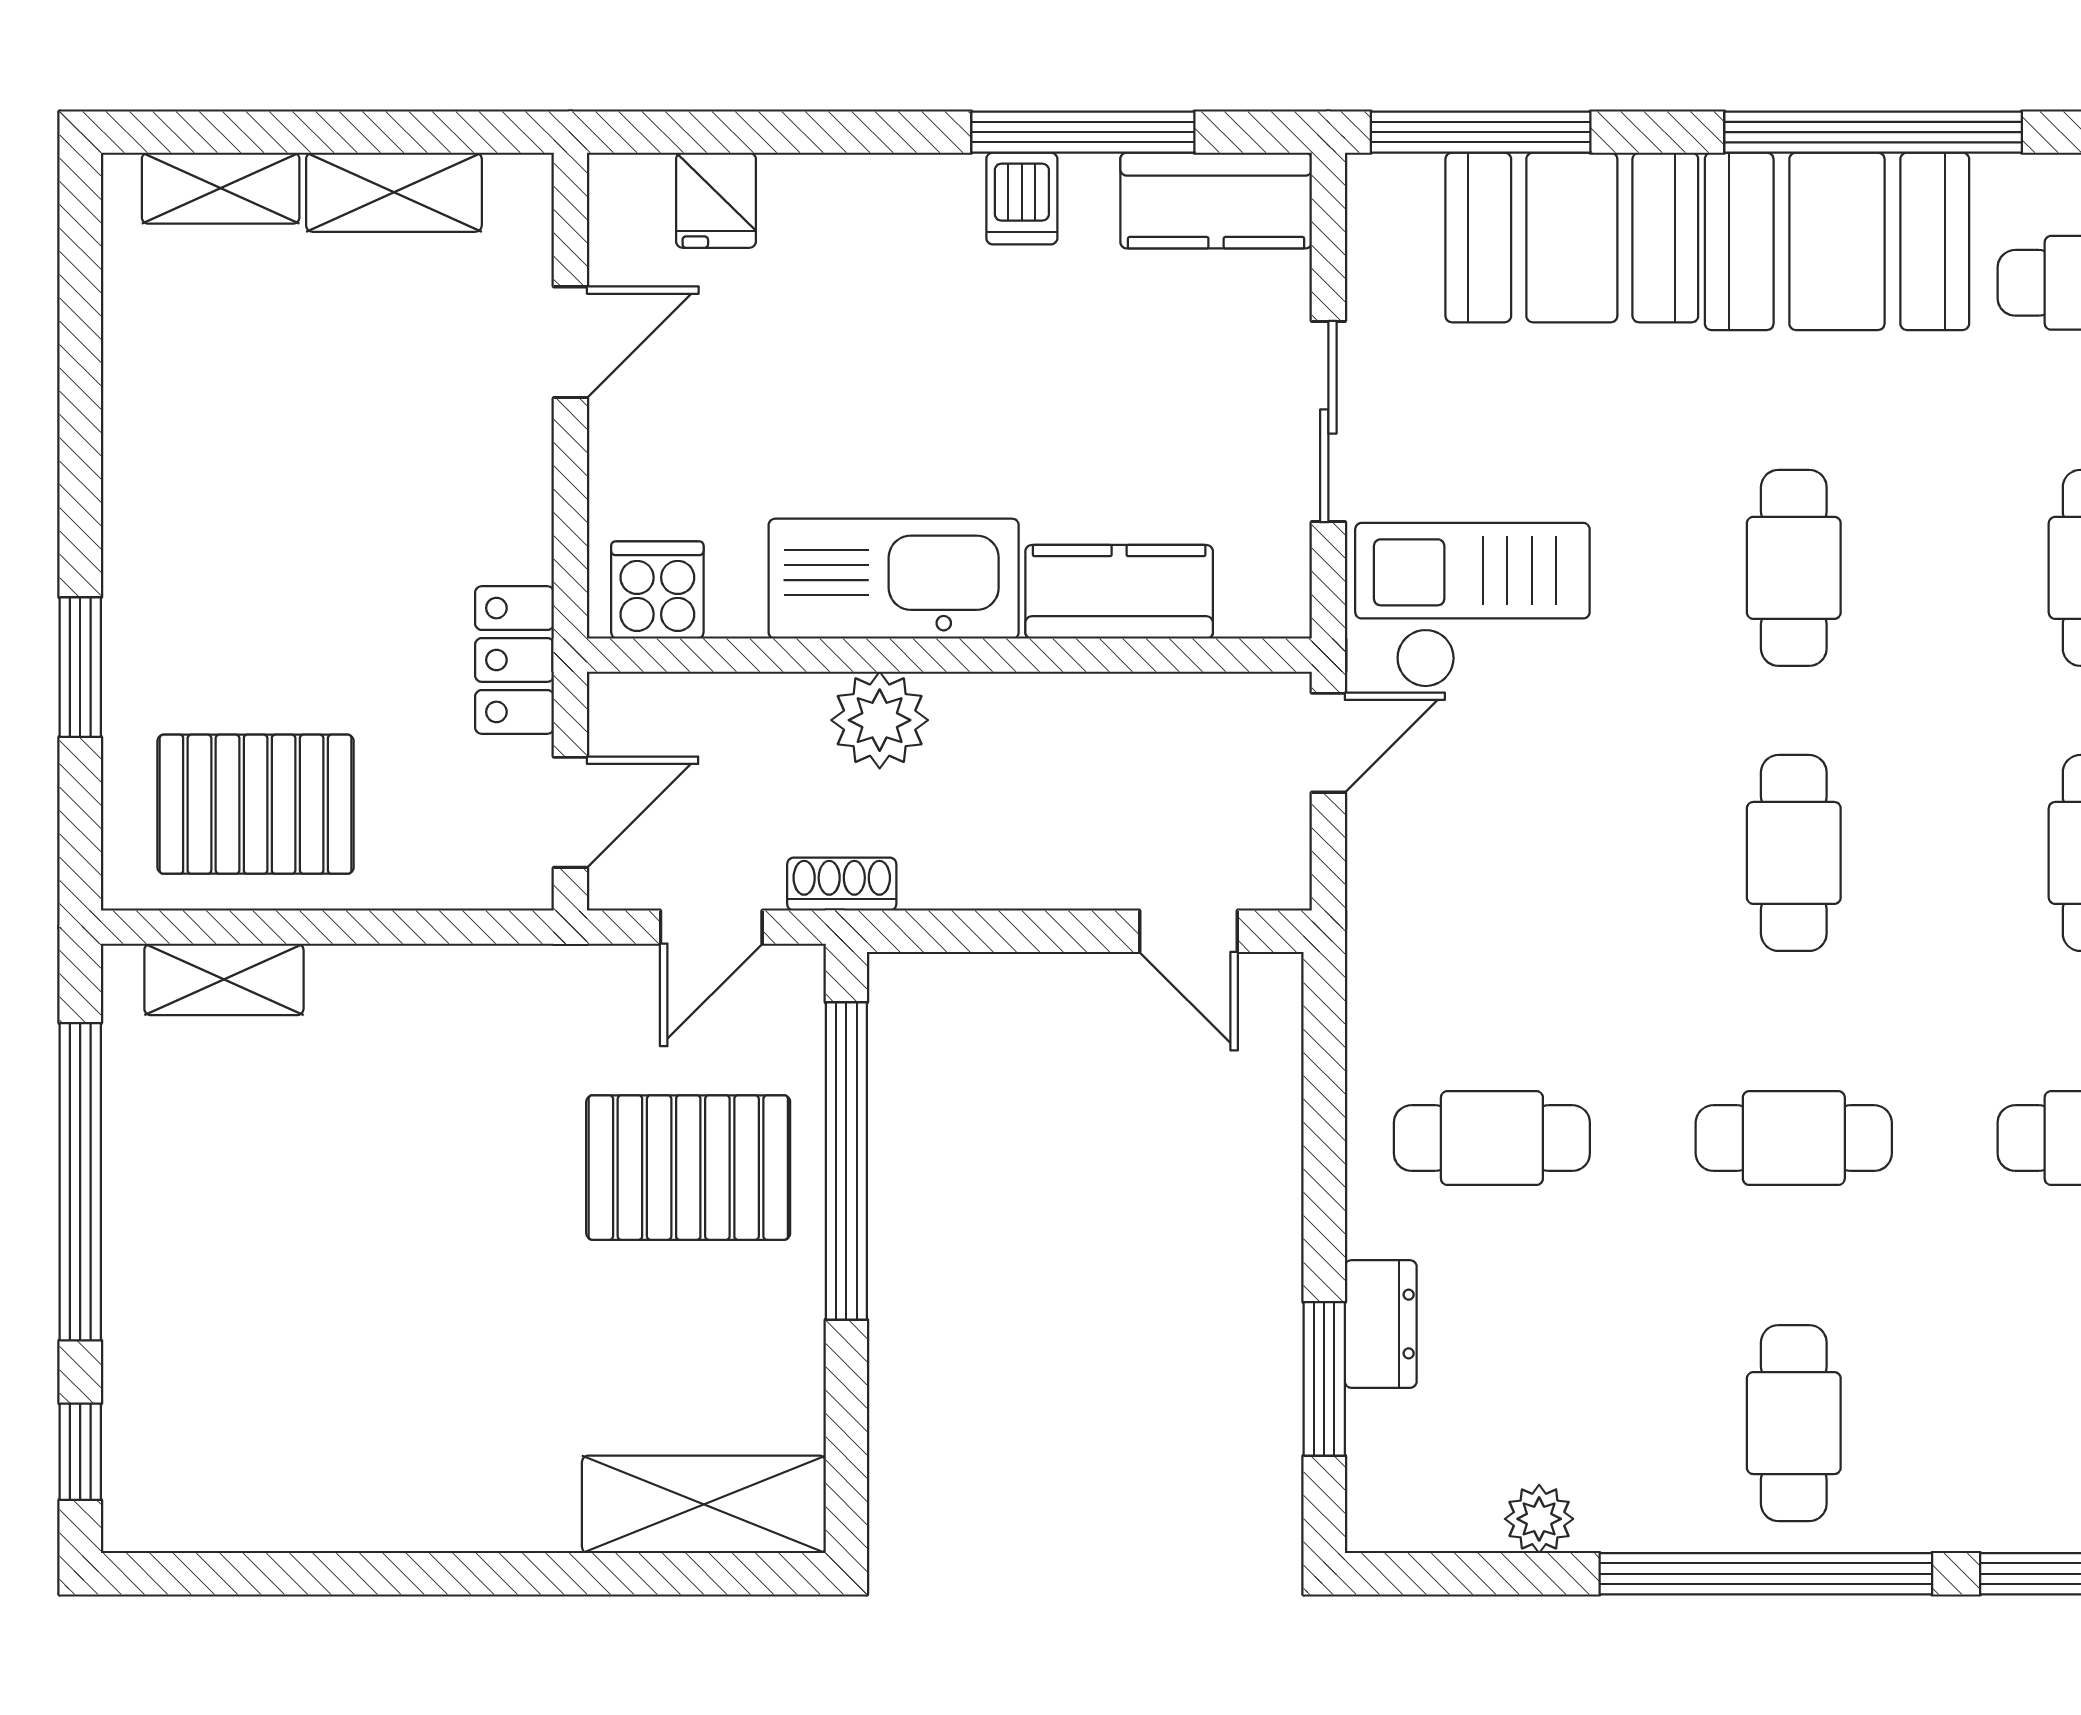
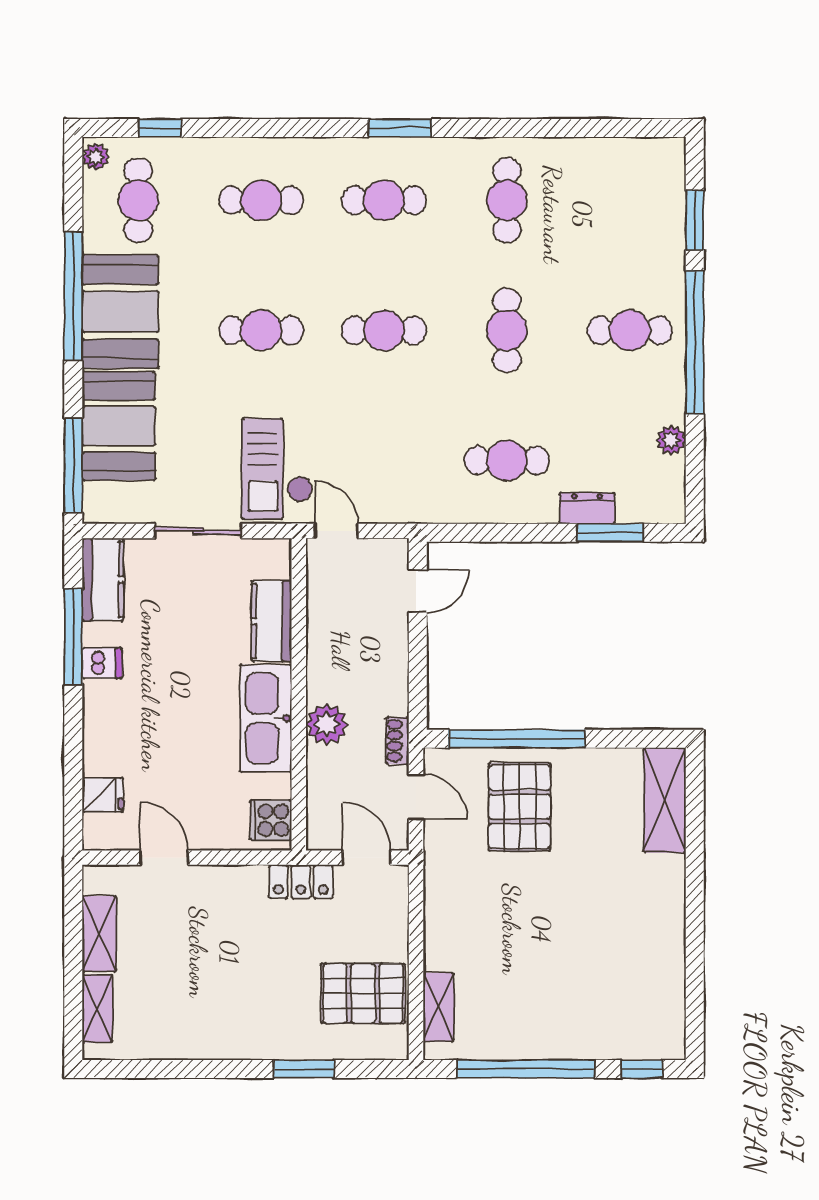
pallet: (256, 804) -> (363, 993), turned 90
cafe table: (1492, 1138) -> (507, 460), turned 90

